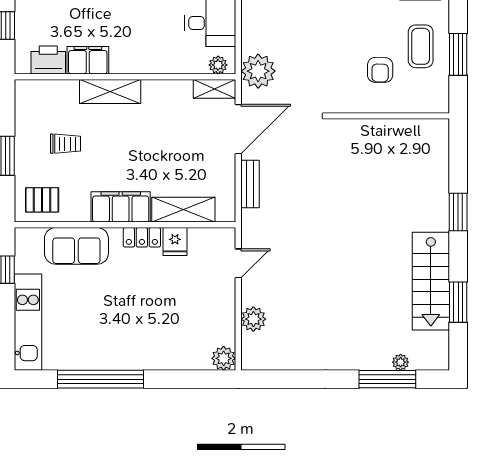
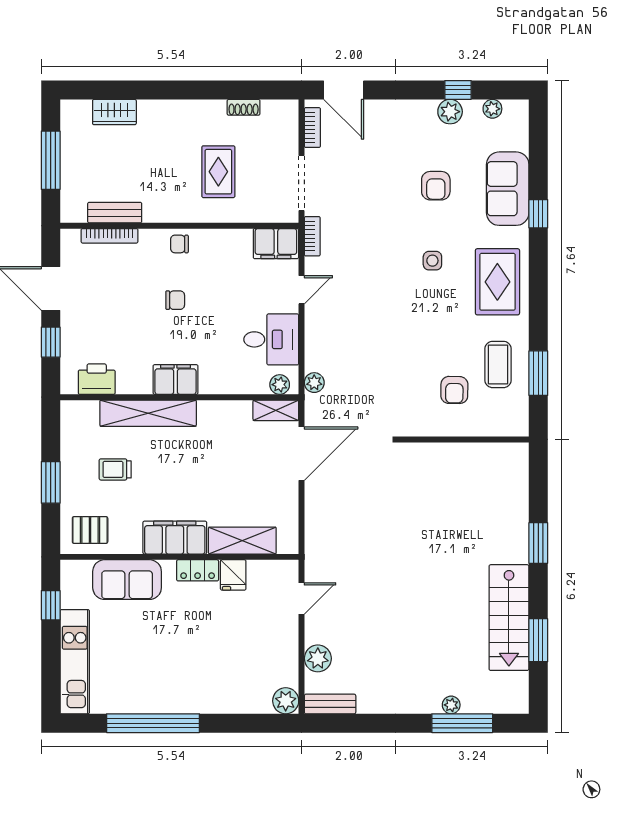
filing cabinet: (88, 60) -> (176, 379), moved
plant: (258, 71) -> (314, 383), width x0.53, depth x0.53
shelving: (110, 91) -> (148, 413), width x1.47
trolley: (65, 144) -> (115, 469), turned 180
bench: (250, 184) -> (330, 704), moved, turned 90
plant: (401, 362) -> (451, 705), moved

